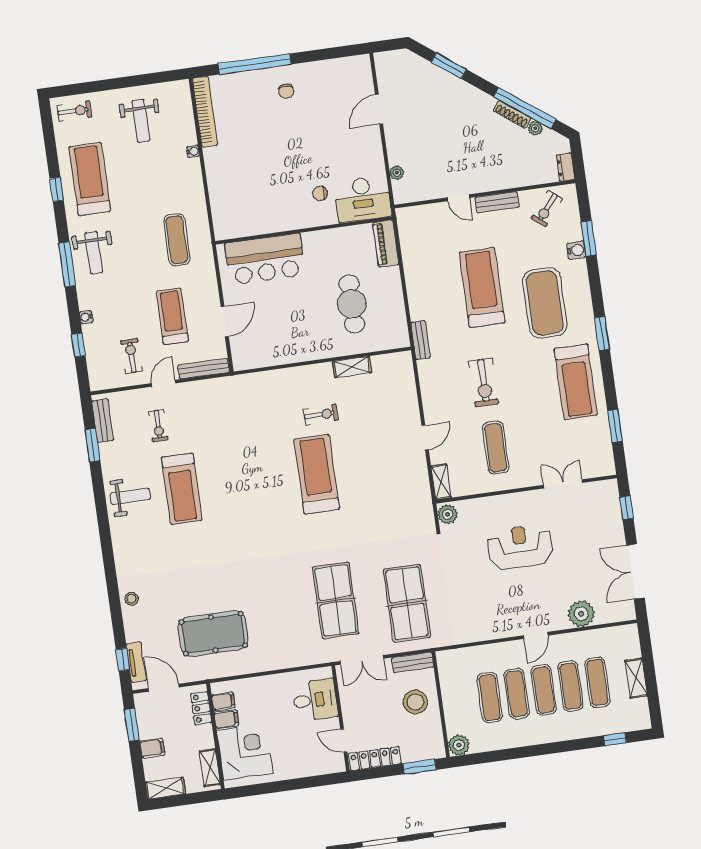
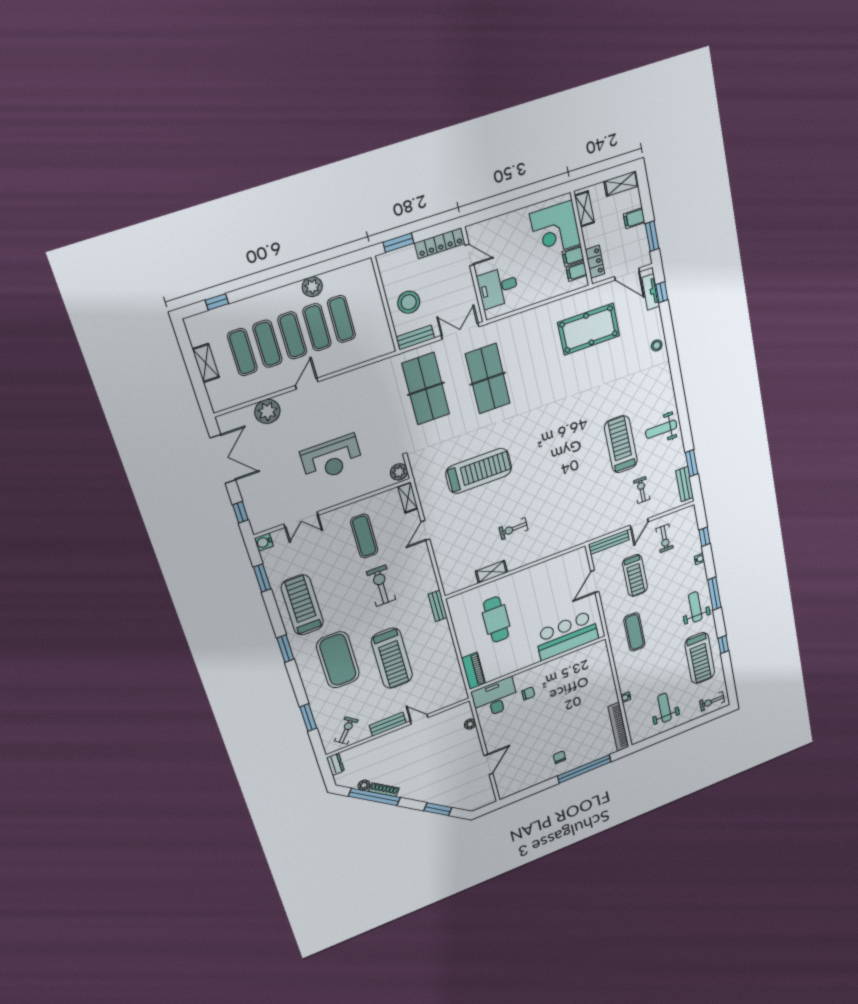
water cooler: (576, 250) -> (264, 542), moved
treadmill: (317, 474) -> (479, 471), moved, turned -90
plant: (459, 745) -> (312, 287), moved

